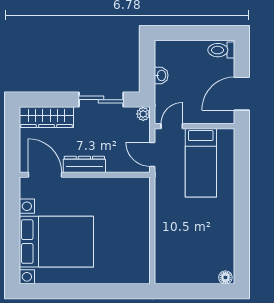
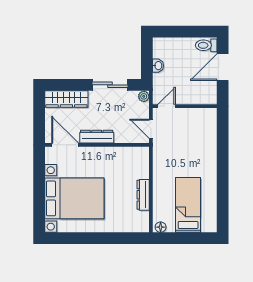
door: (242, 94) -> (223, 67), moved
bed: (201, 163) -> (188, 205), moved, turned 180
dresser: (142, 237) -> (143, 195), added
floor lamp: (225, 277) -> (161, 227), moved

